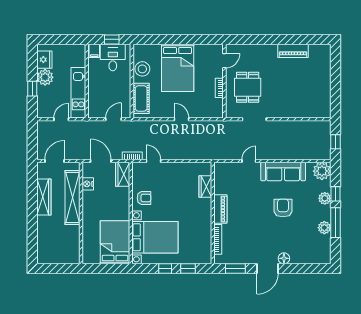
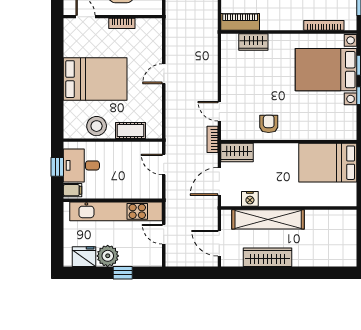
kitchen unit: (78, 93) -> (116, 211), width x1.36
cot: (141, 98) -> (131, 130), width x0.73, depth x0.75
door: (153, 161) -> (219, 111), hinge flipped
piano: (220, 209) -> (240, 22), moved
bed with nightstands: (155, 237) -> (326, 70), moved, turned -90

